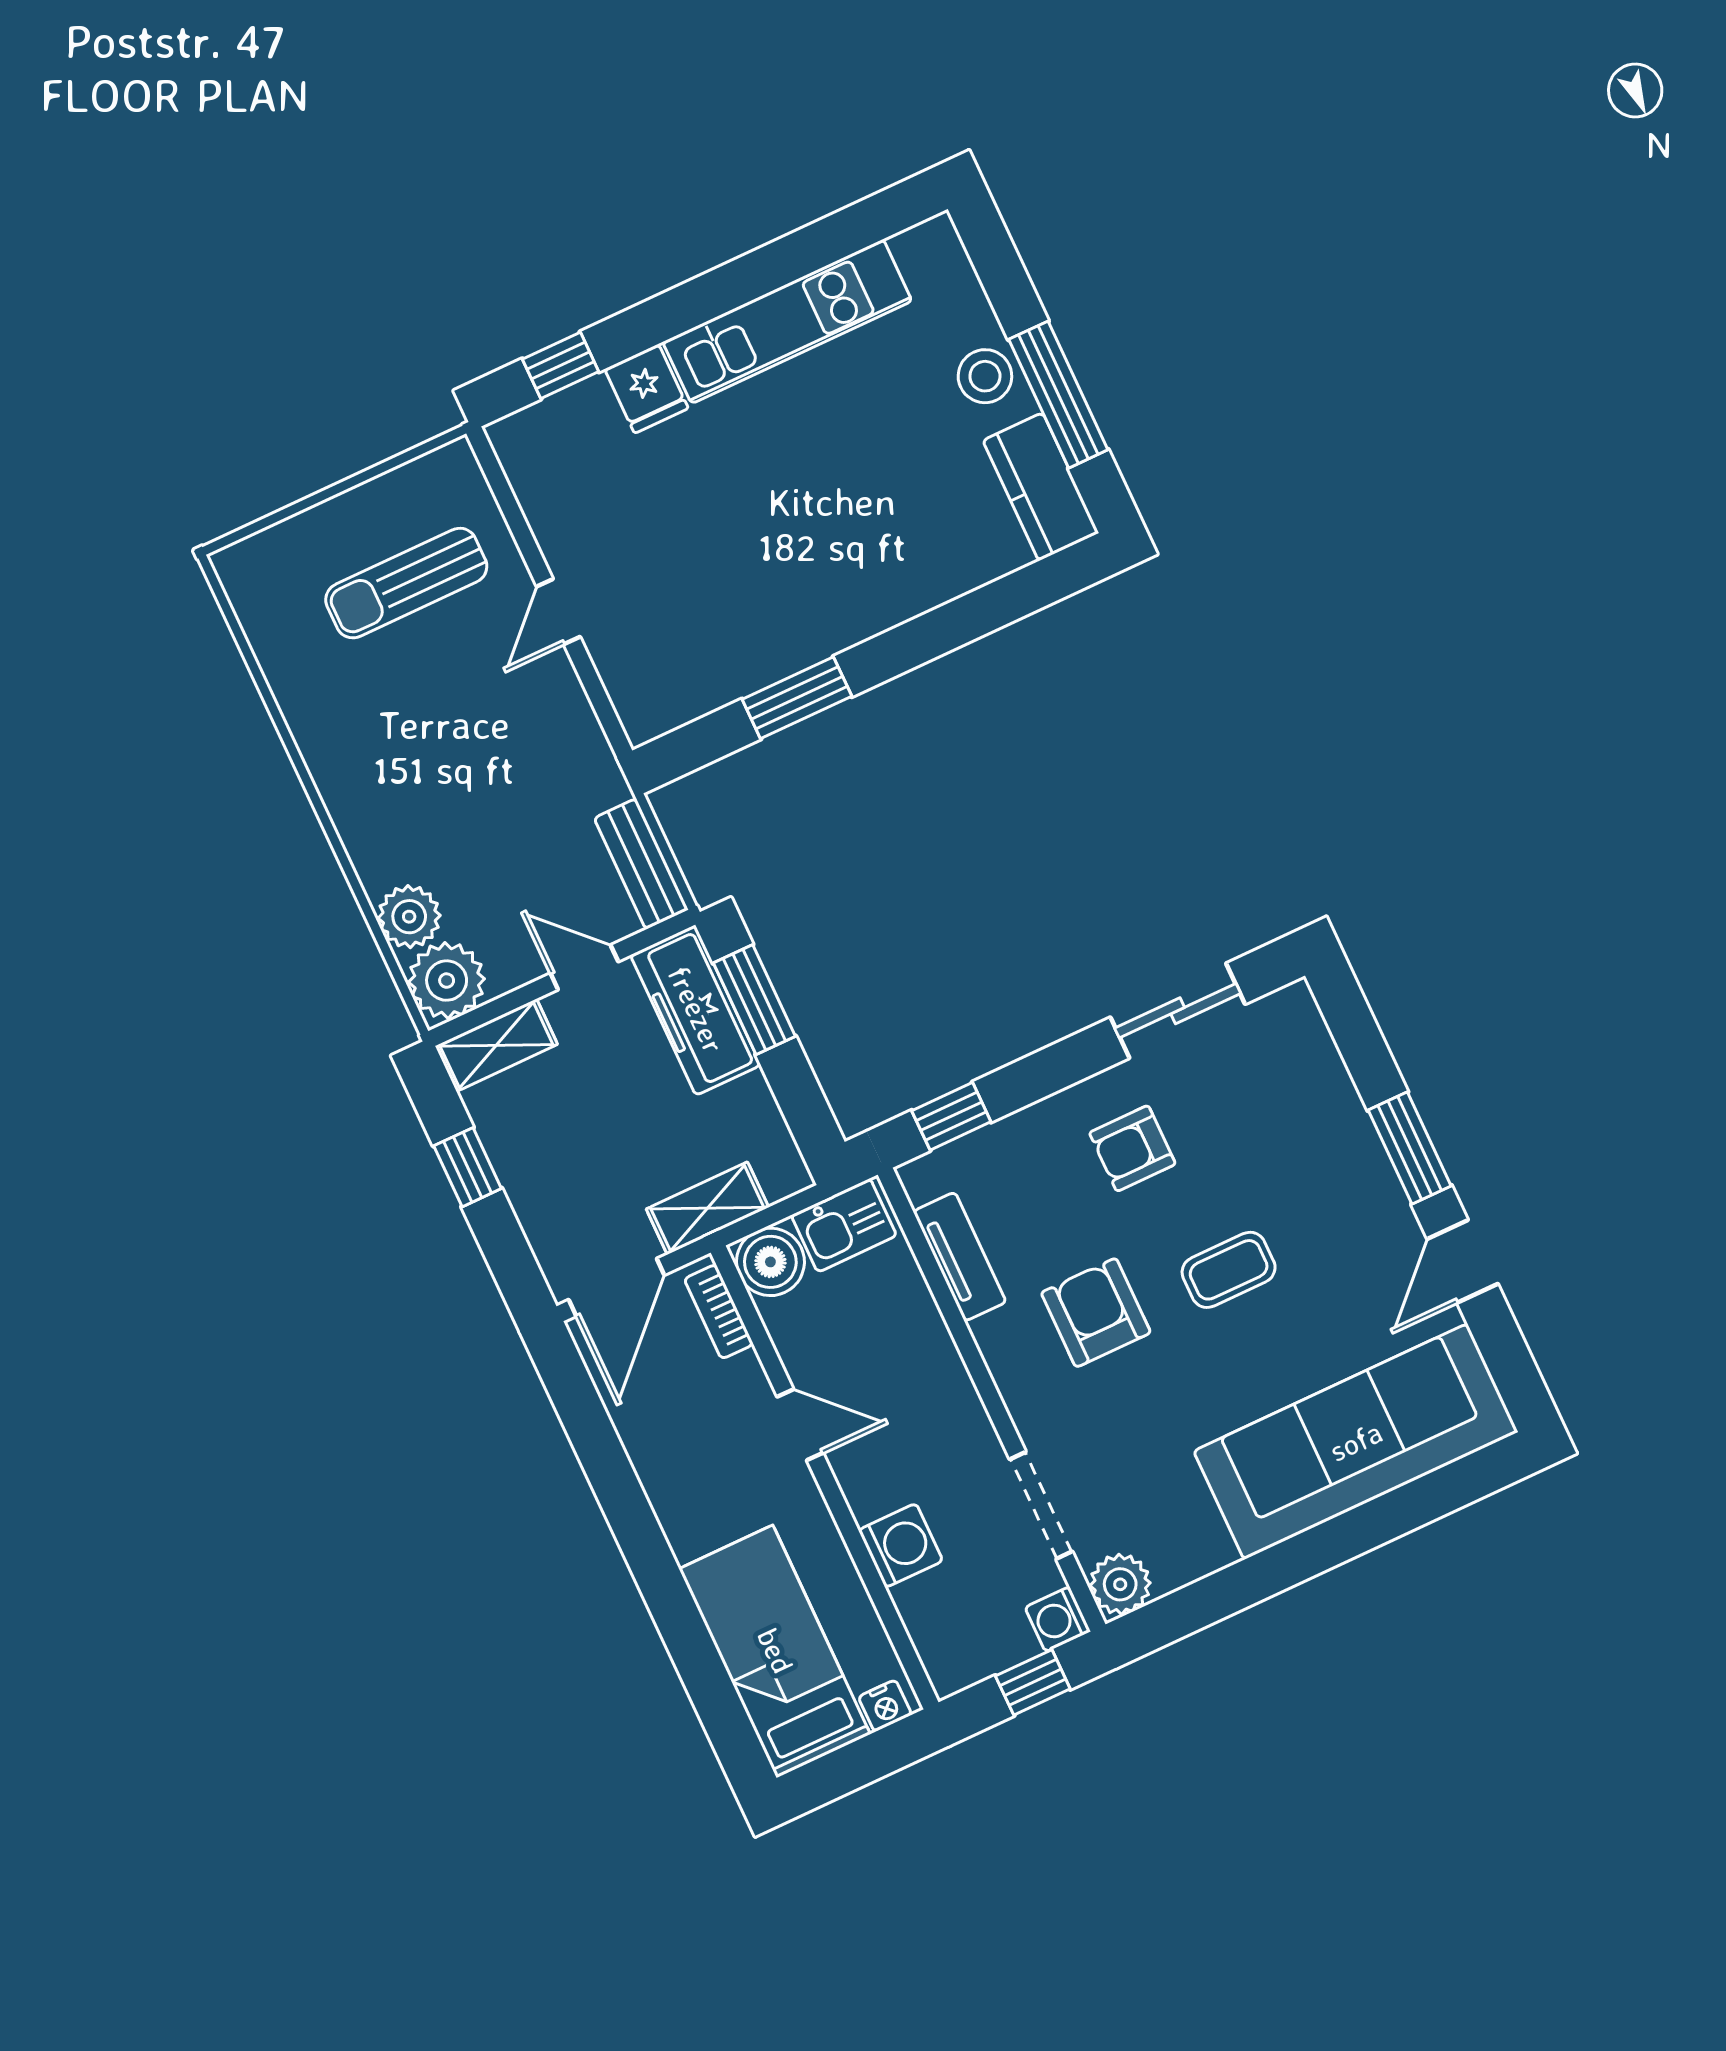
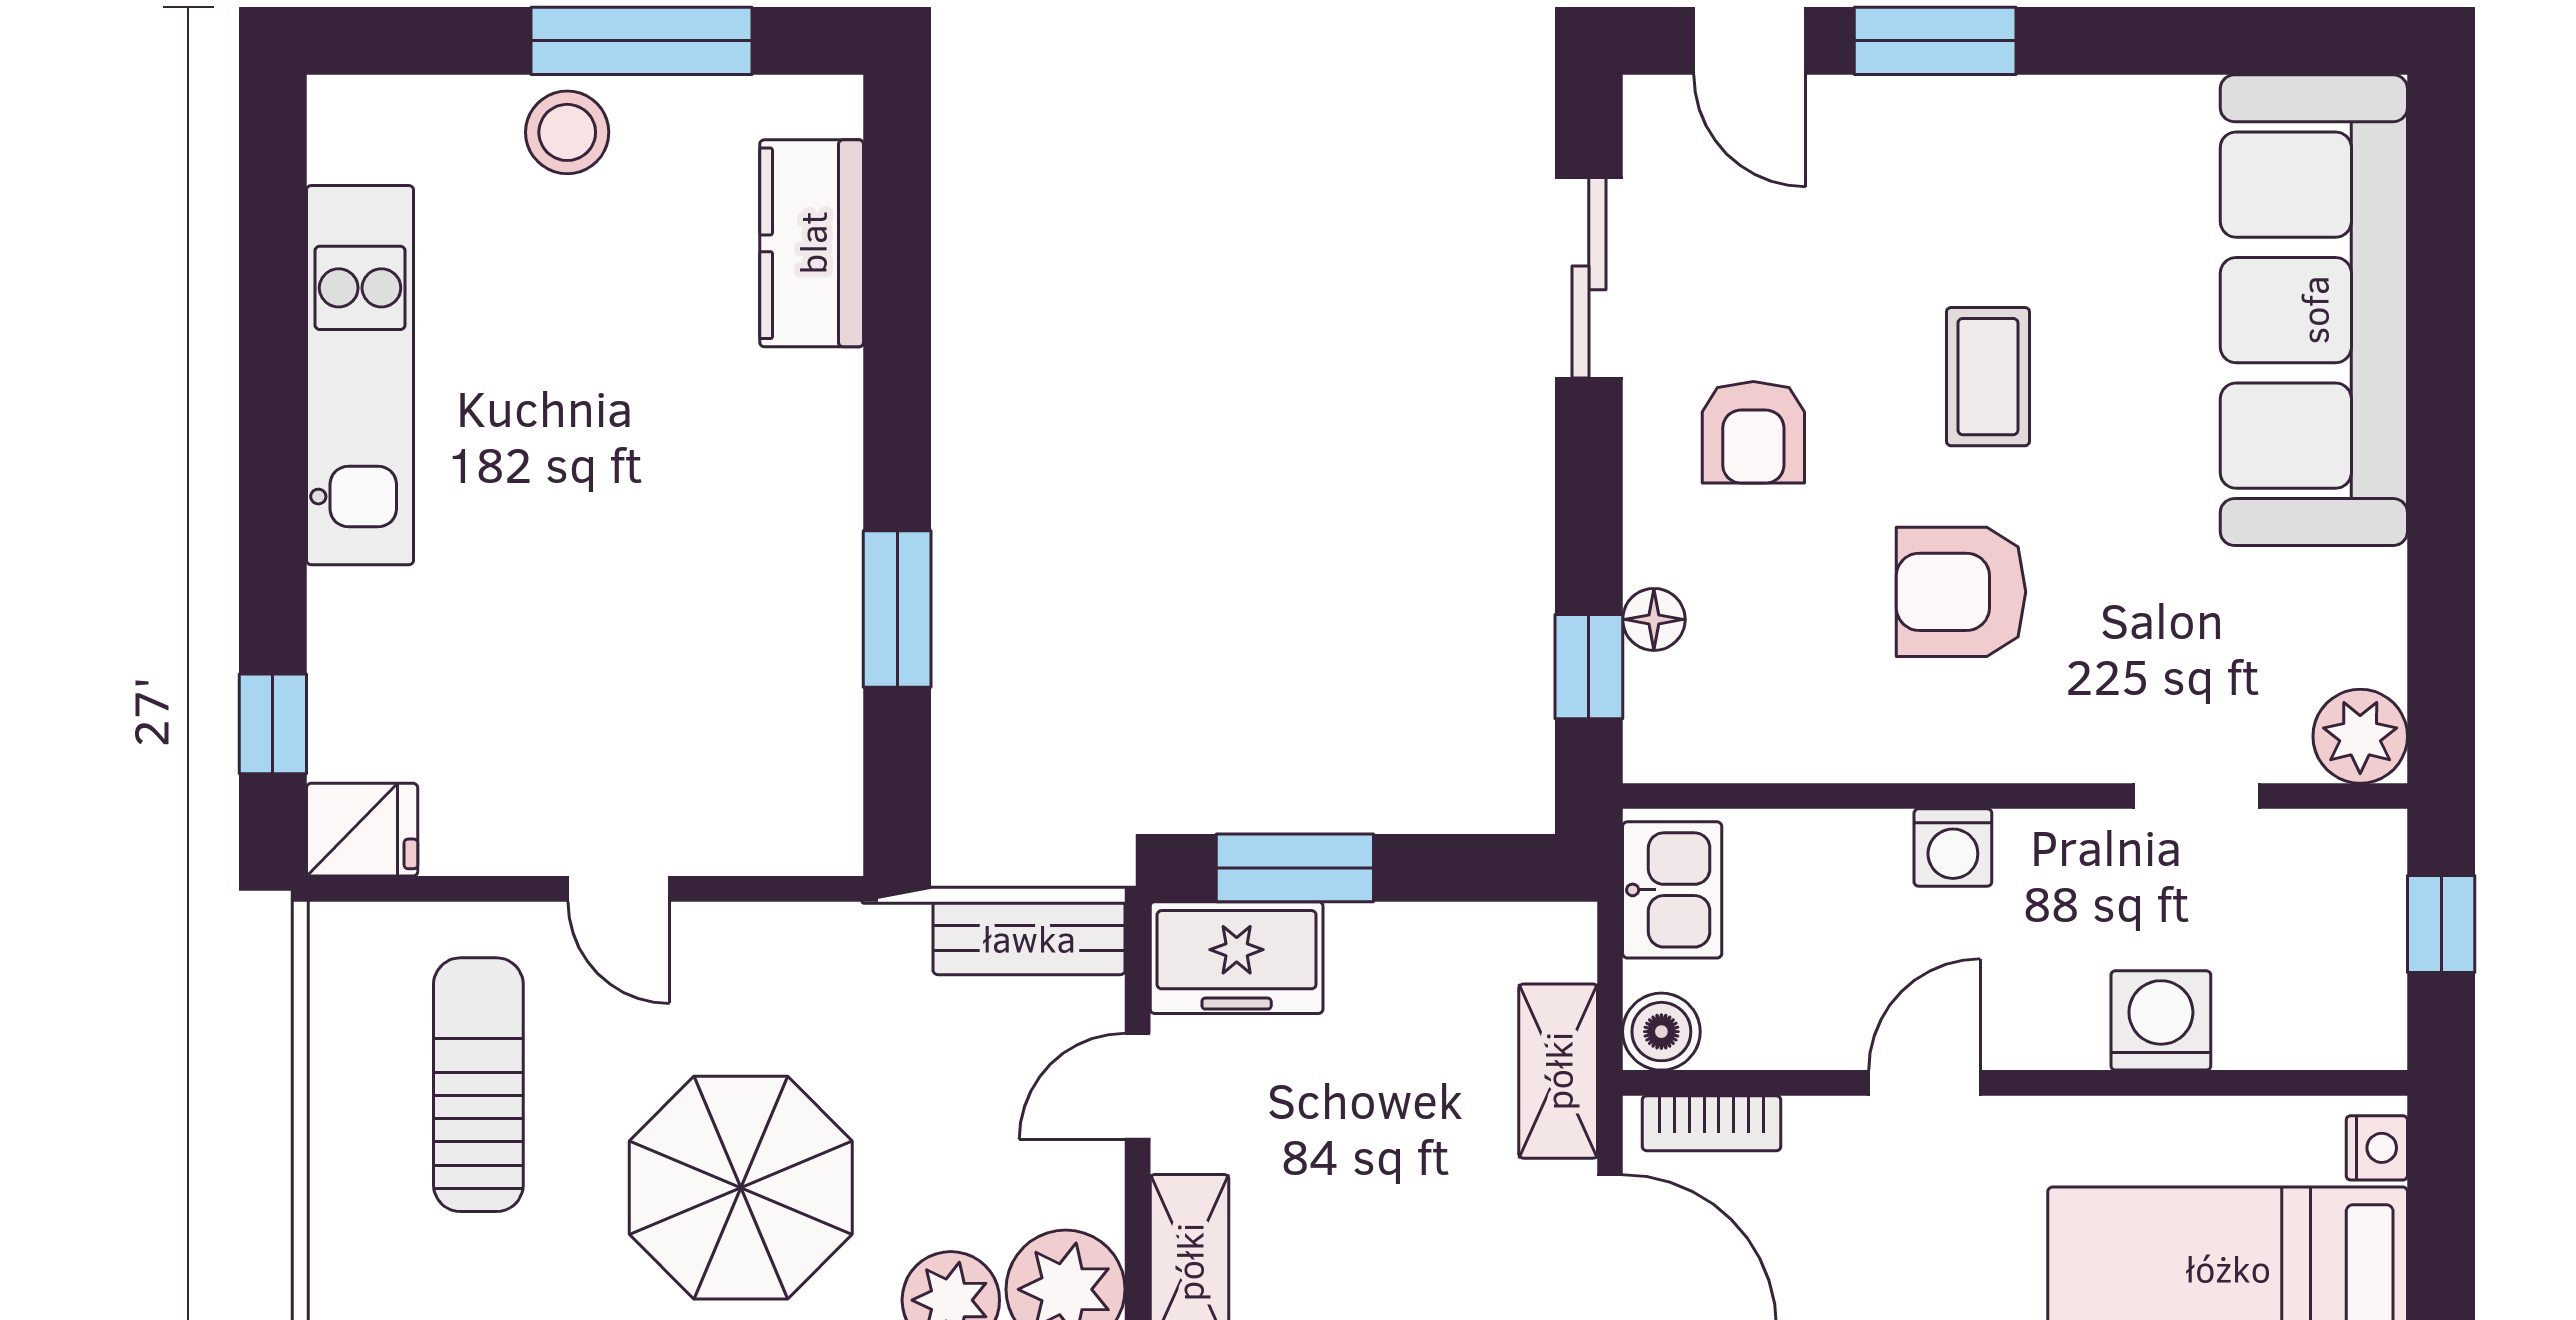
fridge: (646, 389) -> (362, 830), moved
kitchen counter: (1041, 487) -> (812, 243), moved, turned 90
sun lounger: (406, 583) -> (478, 1085), turned 180
parasol: (418, 764) -> (741, 1188), added
freezer: (696, 1010) -> (1237, 958), width x0.71
floor lamp: (996, 1141) -> (1654, 619), added
tv unit: (960, 1257) -> (1792, 747), removed
door: (1463, 1261) -> (1750, 41), moved
boiler: (770, 1262) -> (1661, 1032), width x0.73, depth x0.73
doorway: (1041, 1505) -> (2197, 796), width x0.73
washing machine: (1058, 1619) -> (1953, 847), moved

